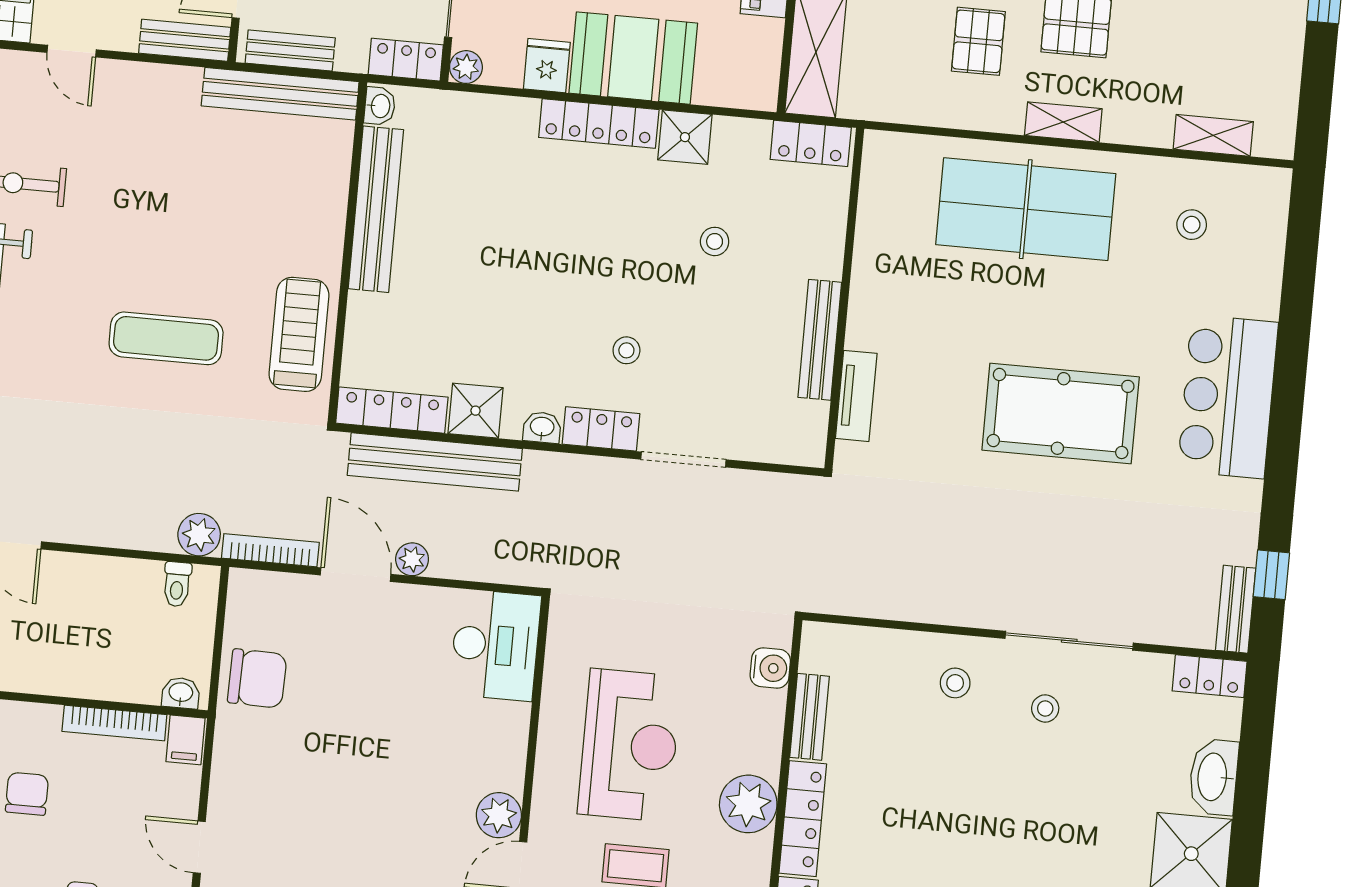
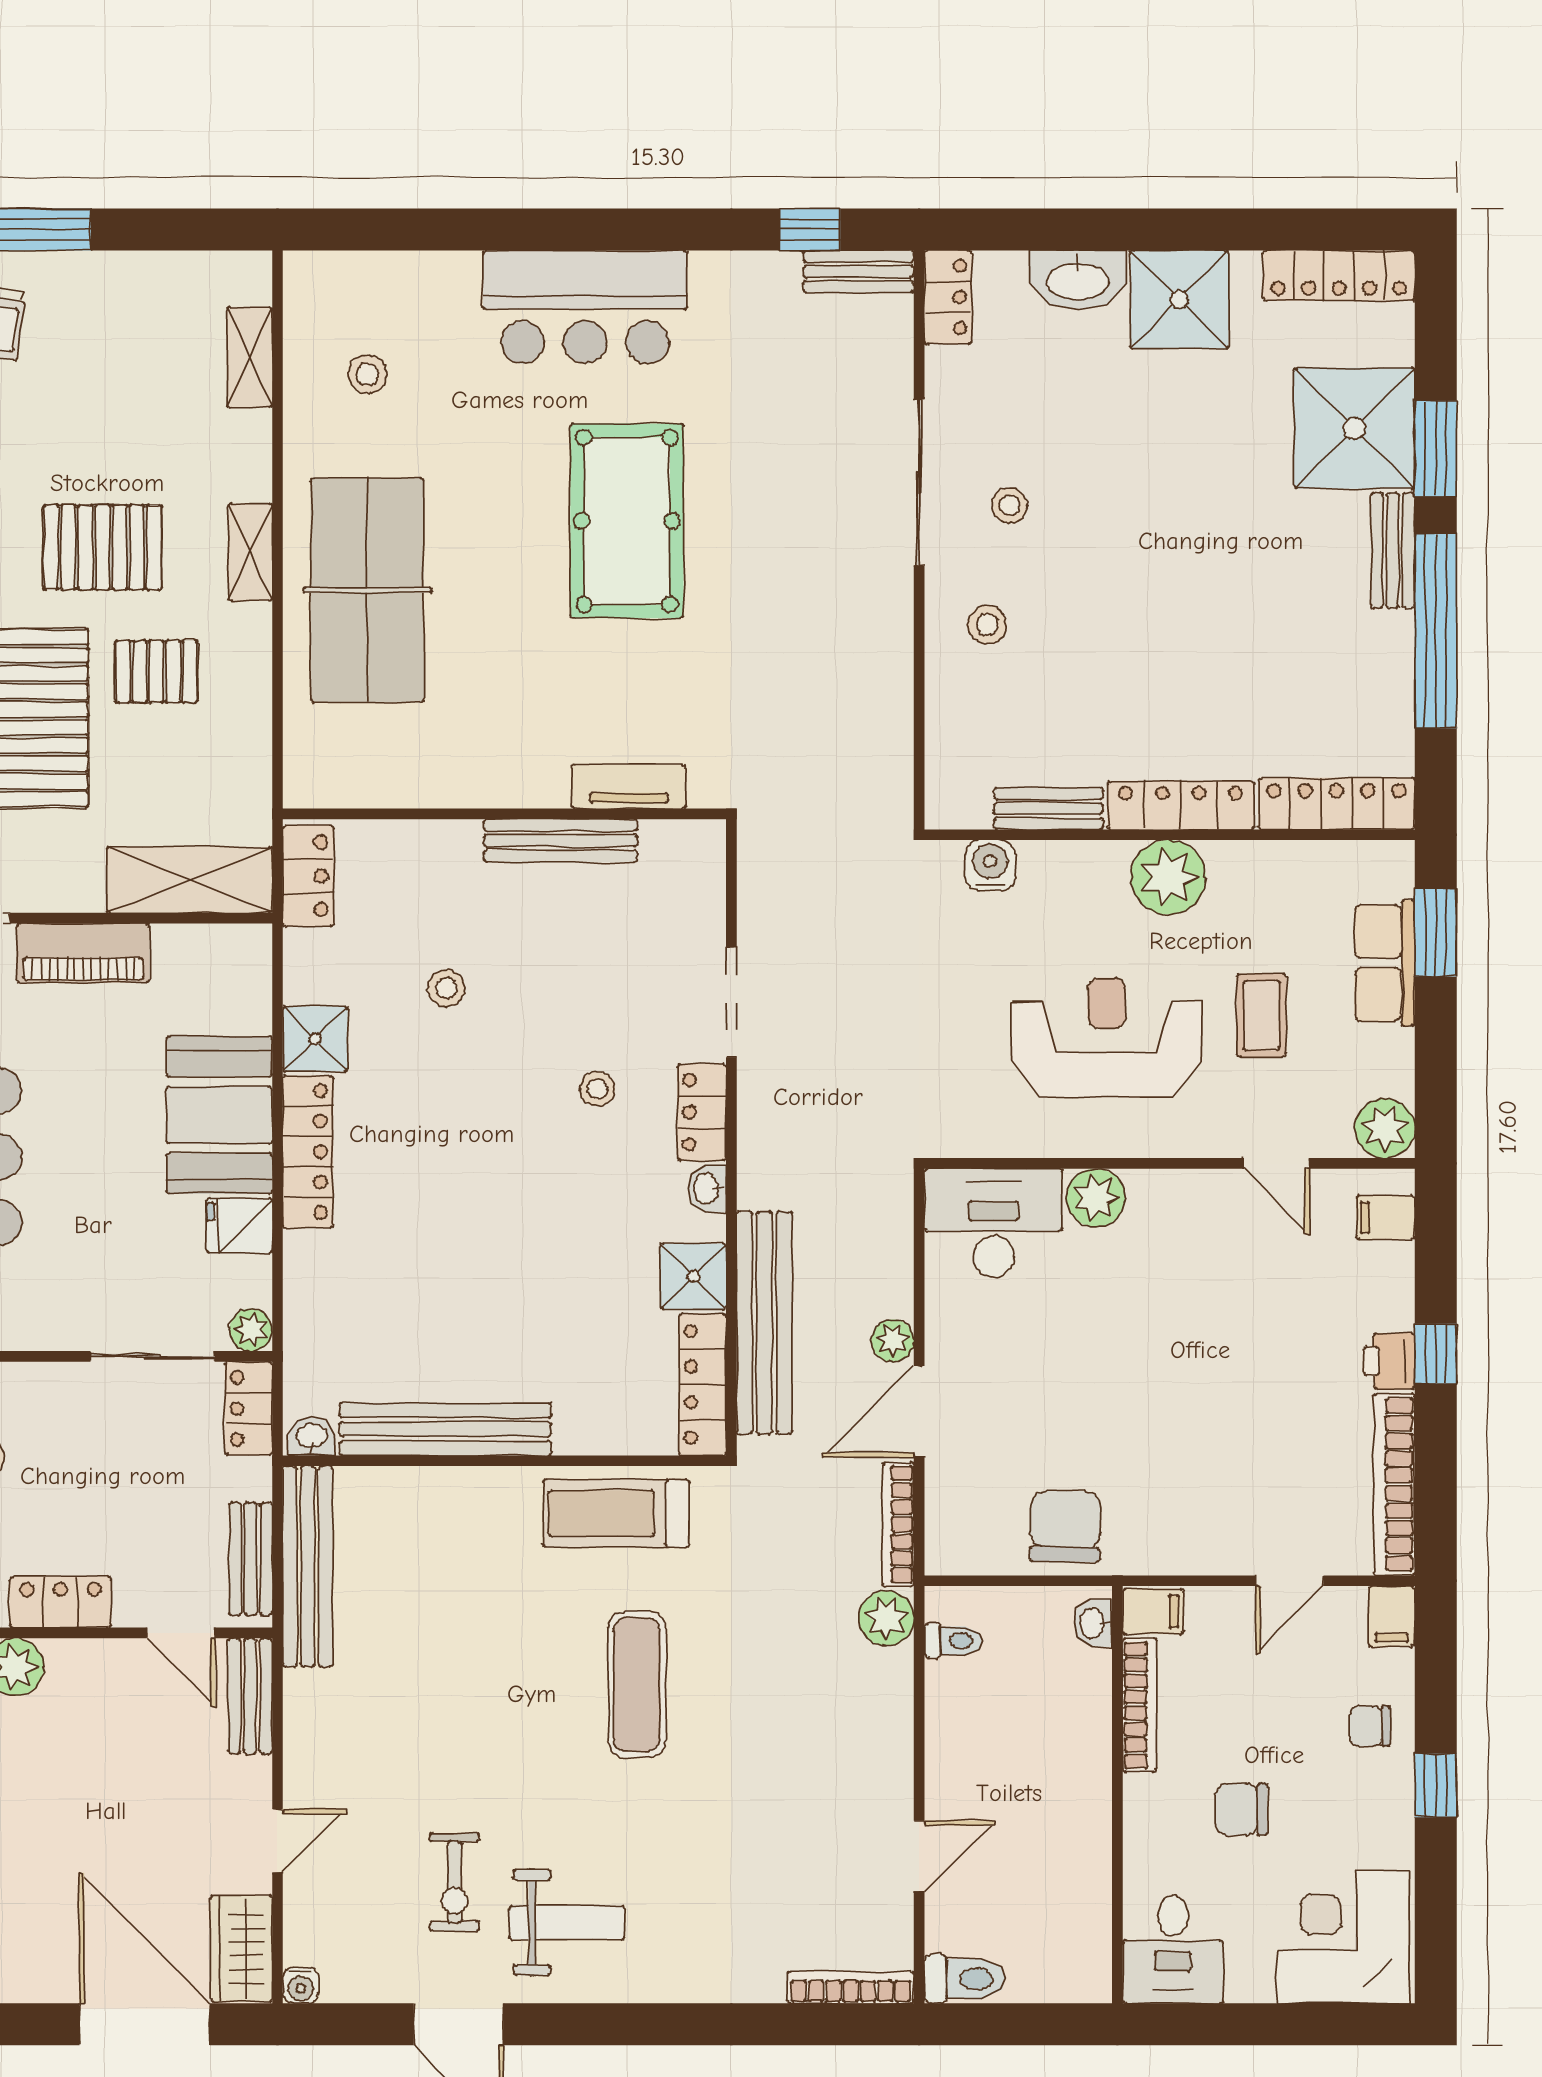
plant: (499, 815) -> (1096, 1198), moved

